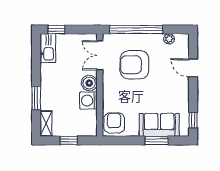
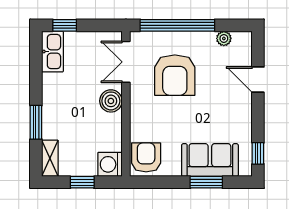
armchair: (134, 65) -> (175, 75), turned -90
washing machine: (89, 101) -> (110, 164), moved

